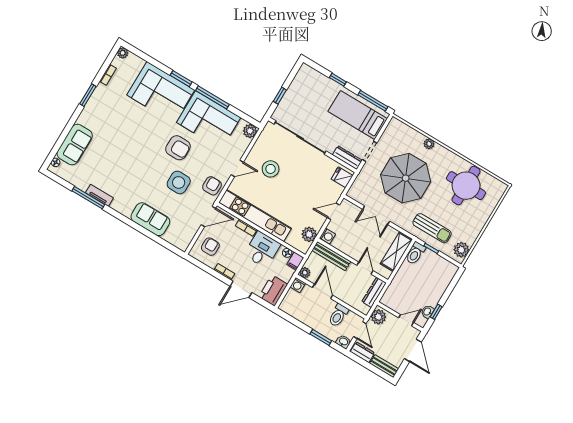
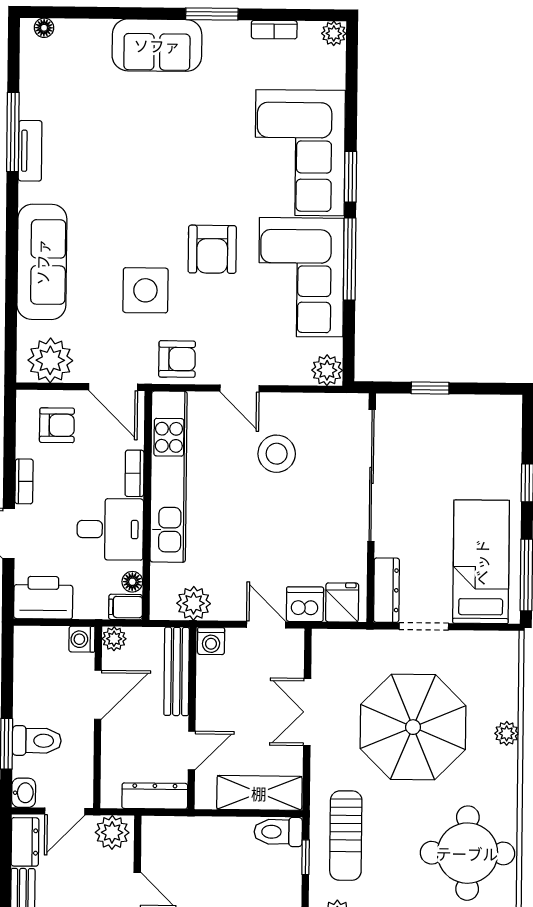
sofa: (75, 144) -> (157, 45), moved
dishwasher: (334, 192) -> (305, 604), added
sofa: (150, 219) -> (42, 262), width x1.36
plant: (184, 235) -> (50, 360), added
toilet: (338, 315) -> (37, 741), moved, turned 180

